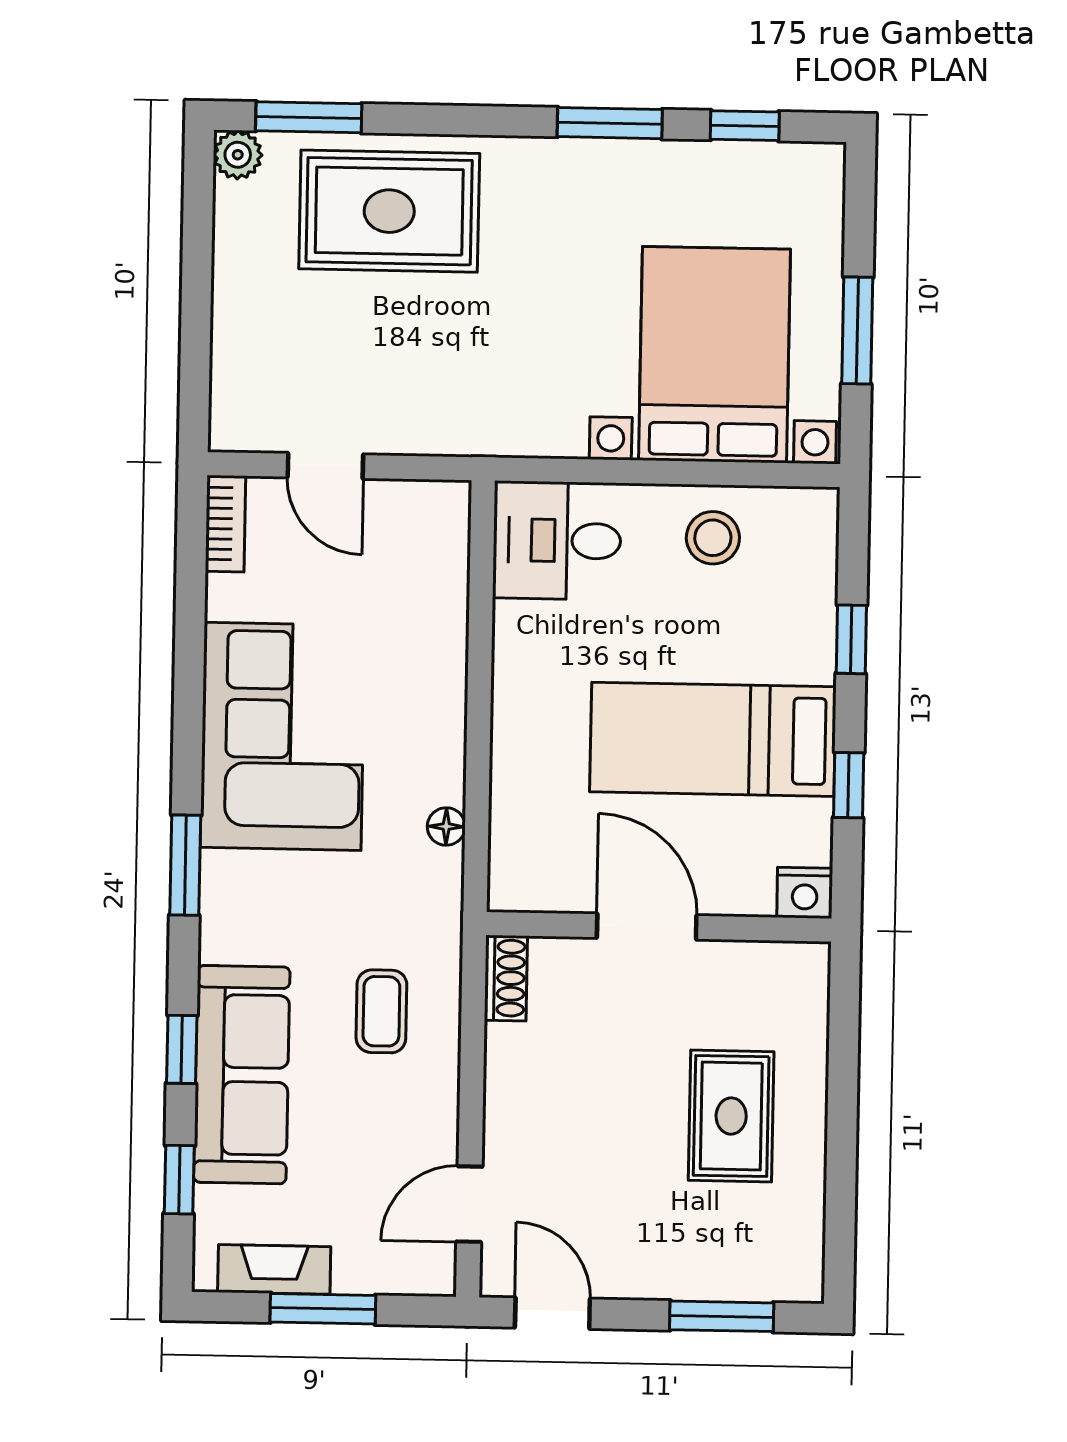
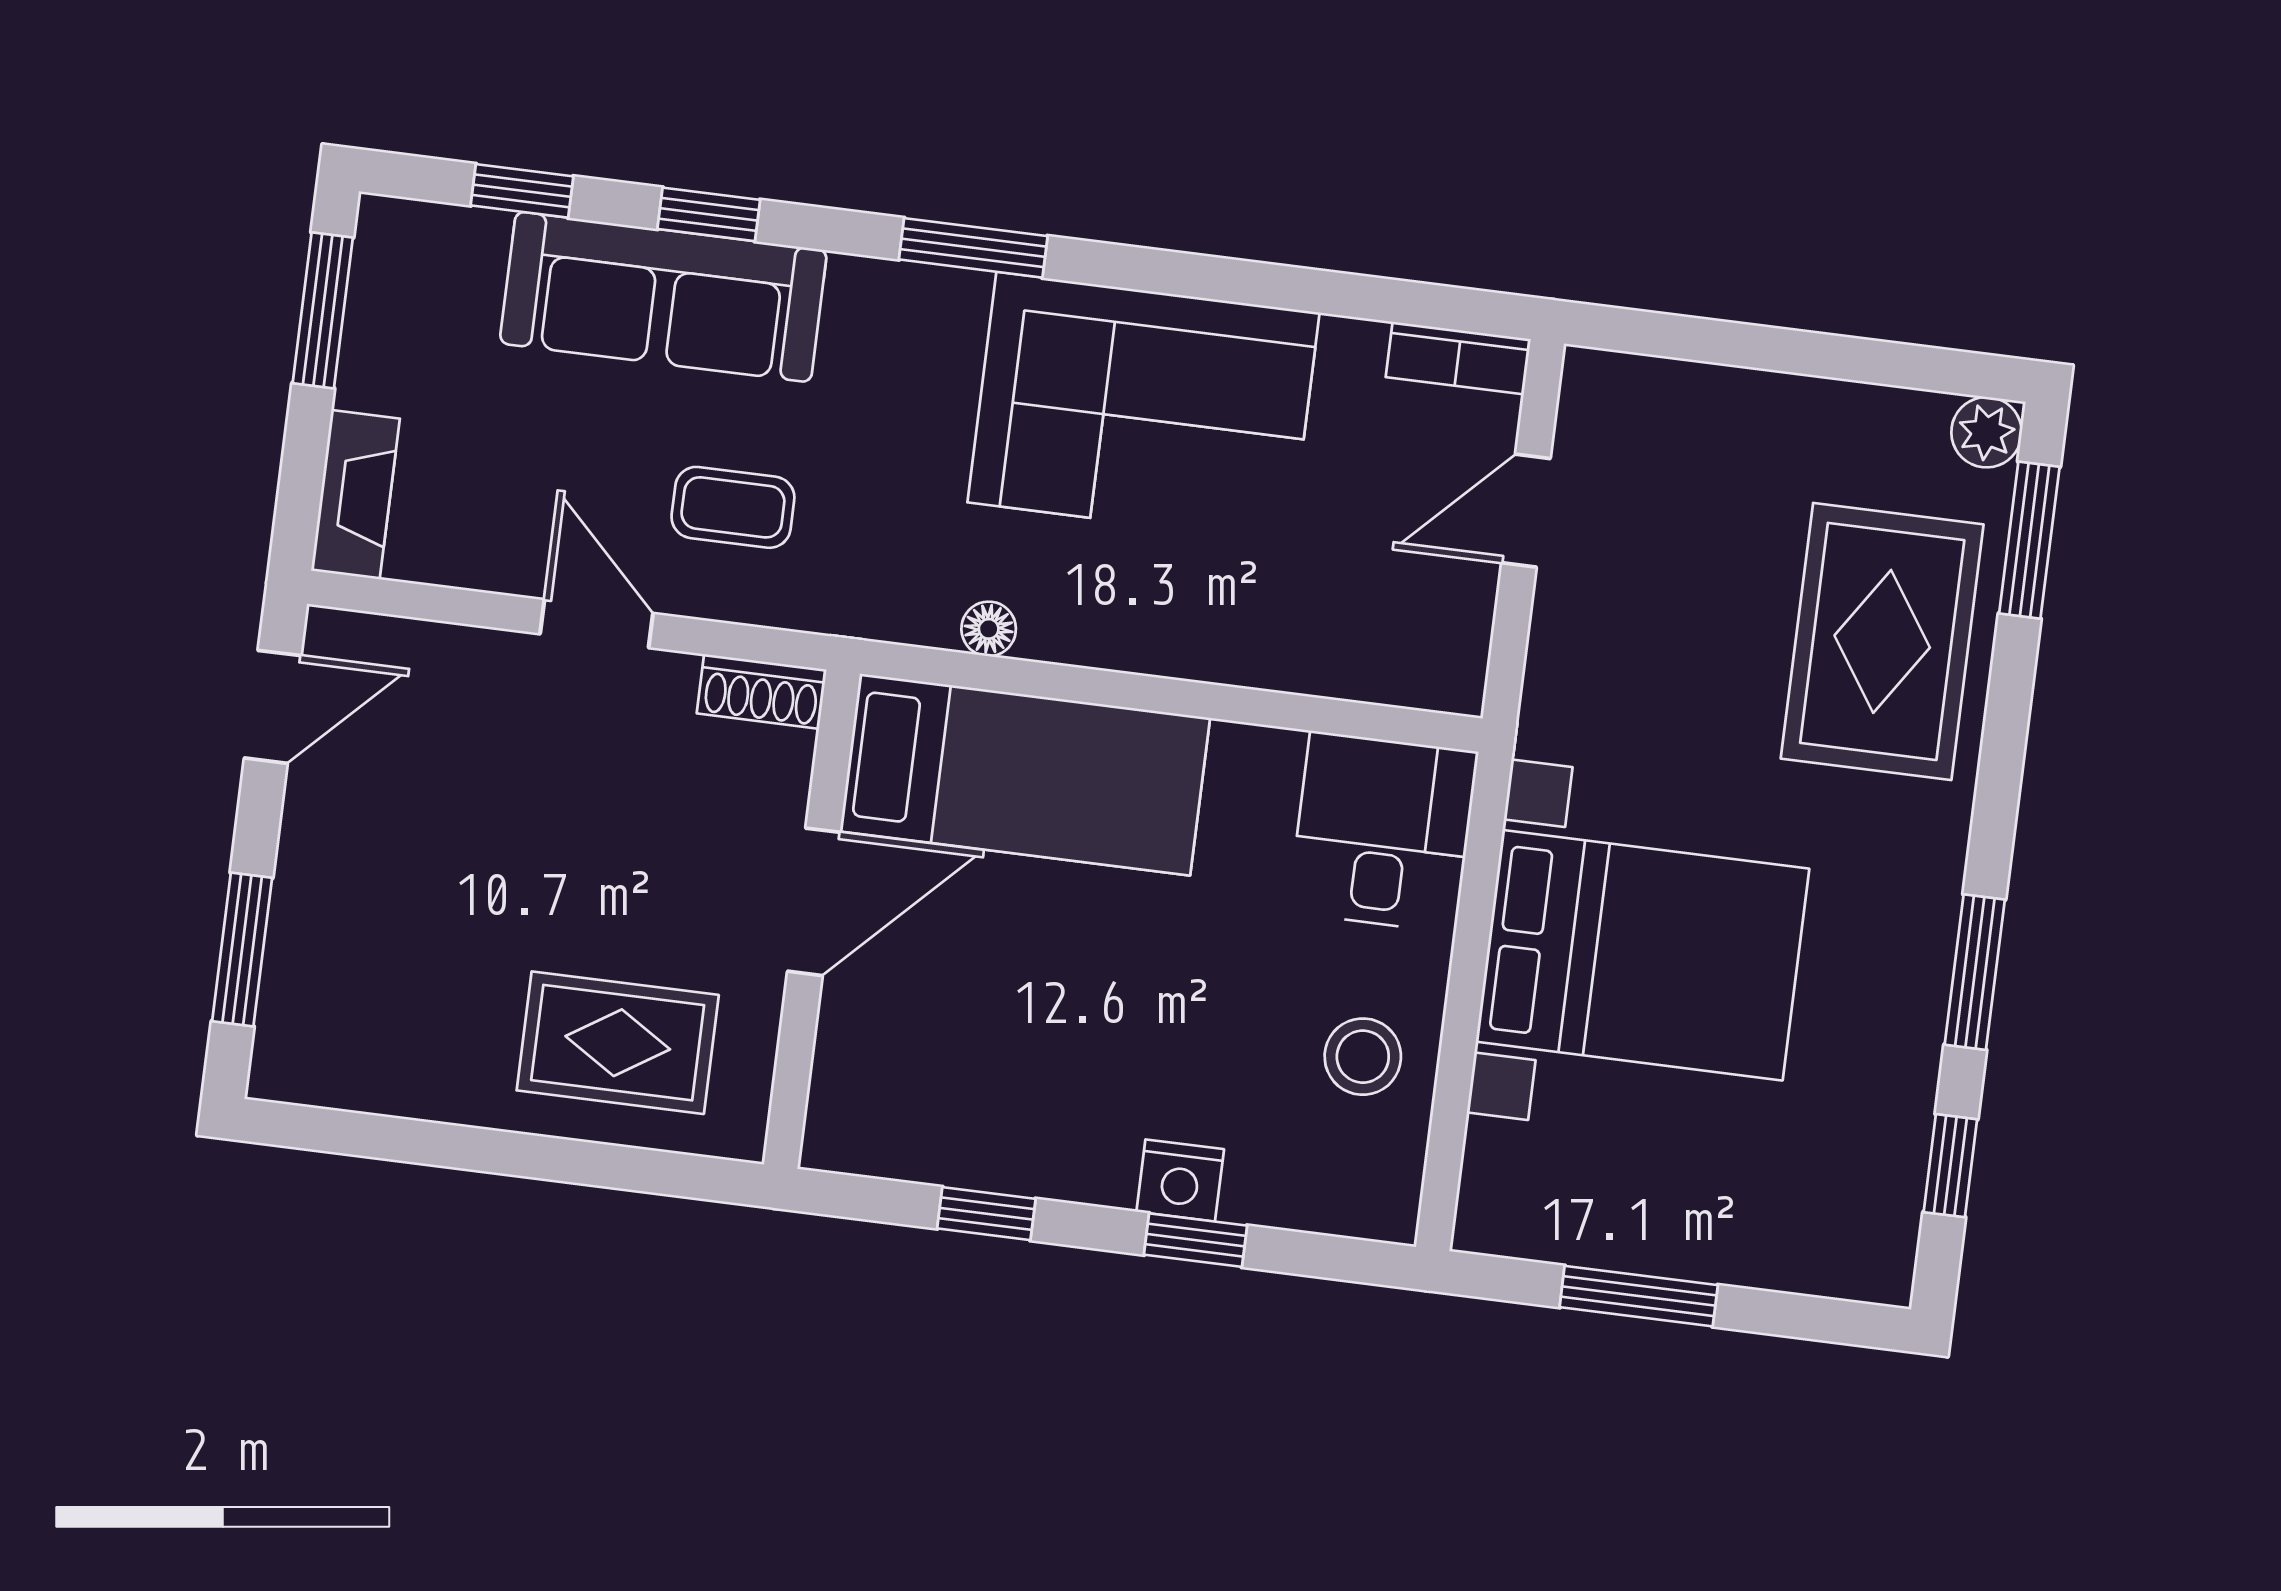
bed with nightstands: (715, 355) -> (1642, 955), moved
bed: (713, 739) -> (1025, 775), moved, turned 90
nightstand: (805, 893) -> (1180, 1180), moved, turned -90
rug: (731, 1116) -> (618, 1043), moved
door: (469, 1204) -> (597, 624), moved
fireplace: (274, 1269) -> (355, 495), moved
window: (323, 1309) -> (323, 310), moved

